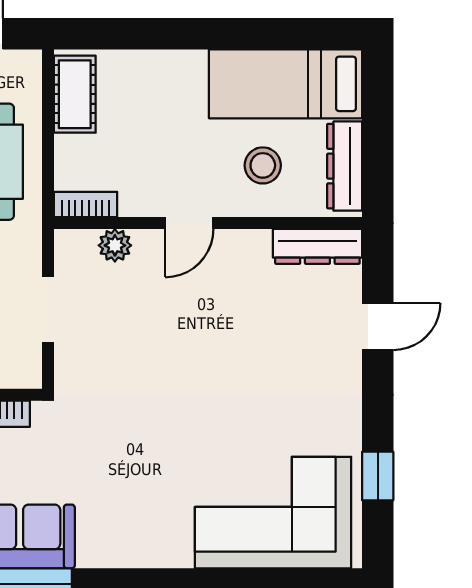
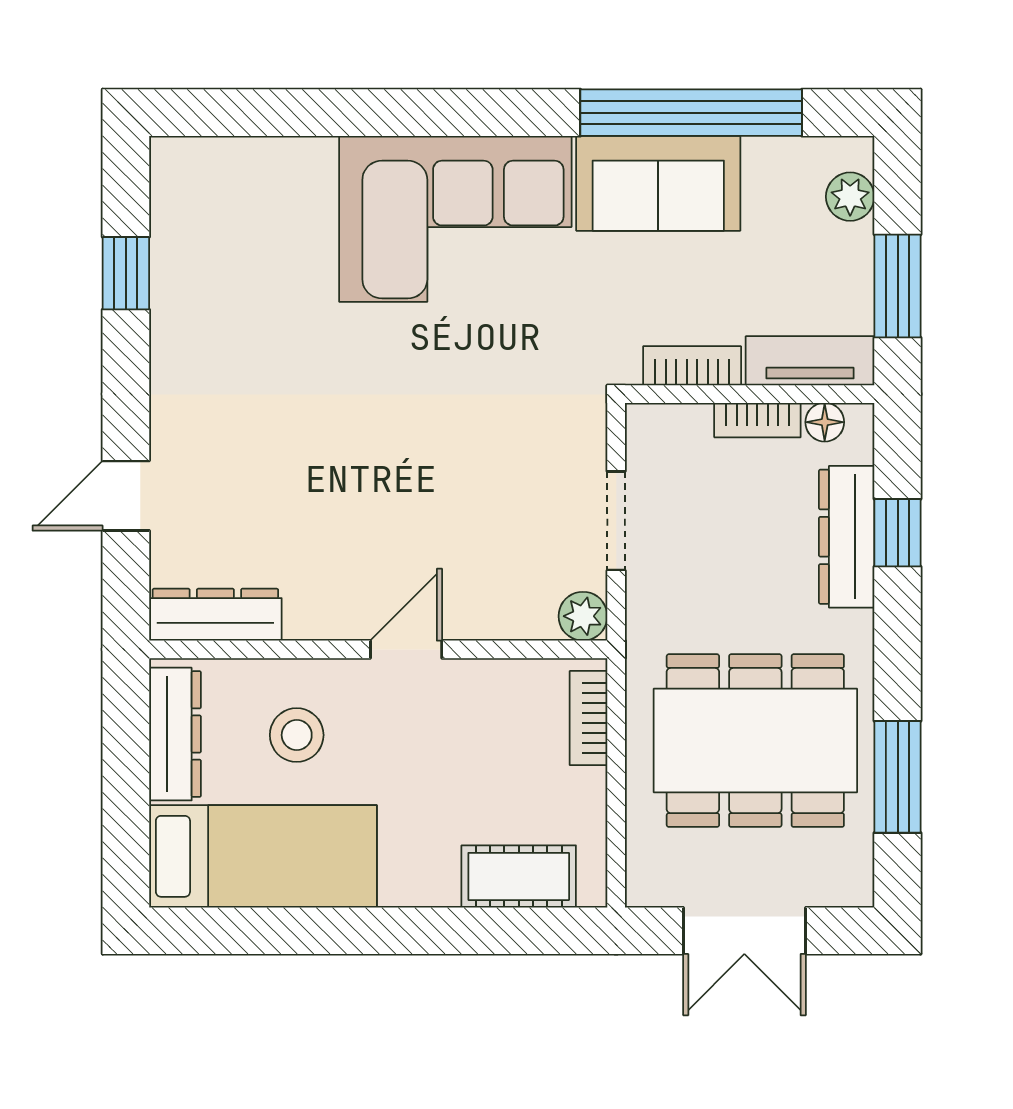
cot: (75, 94) -> (519, 876), moved, turned 90
bookcase: (86, 205) -> (589, 718), moved, turned 90
plant: (115, 245) -> (583, 616), moved
corner sofa: (273, 513) -> (455, 219), moved

